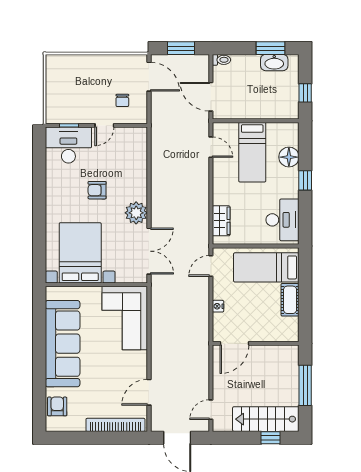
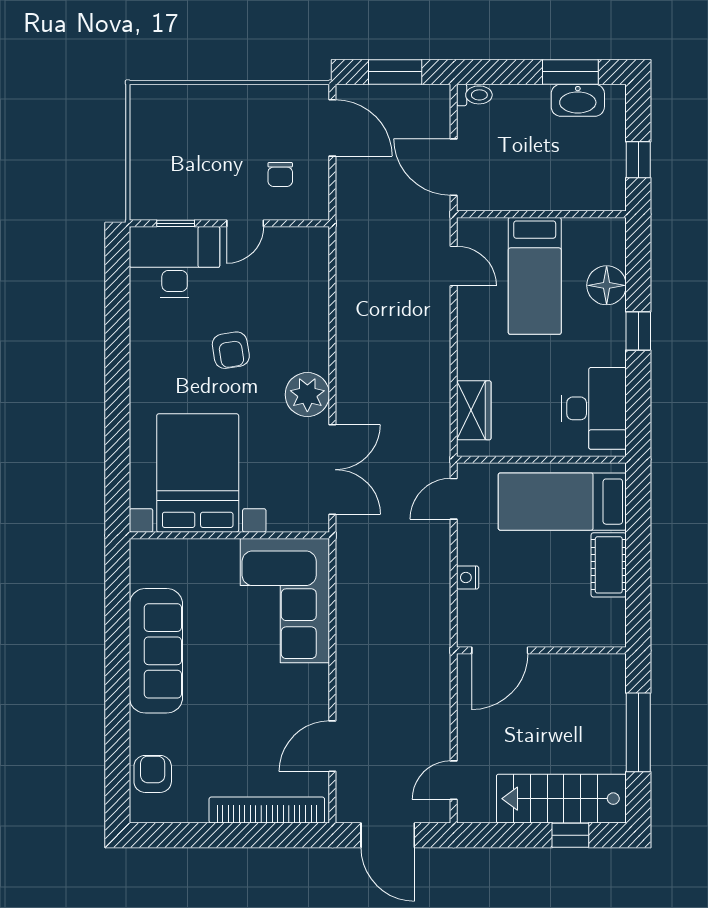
armchair: (97, 190) -> (231, 350), turned -99
sofa: (63, 344) -> (156, 651), width x0.74, depth x0.79

